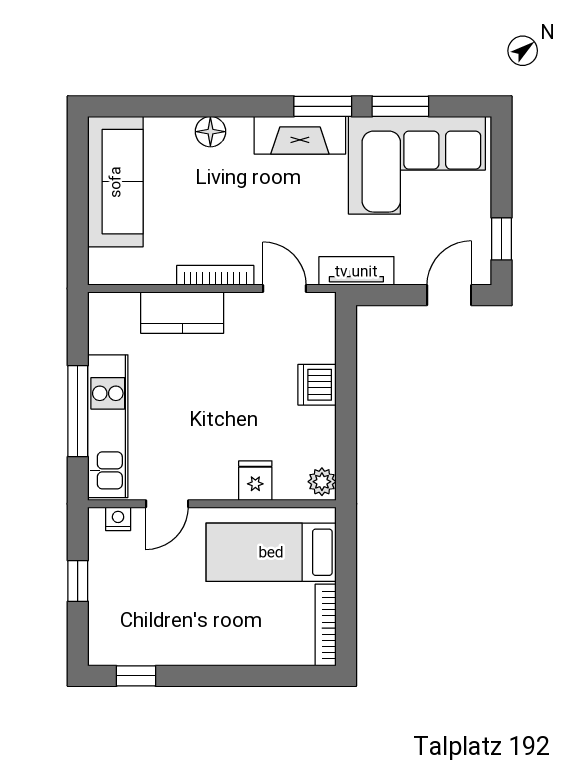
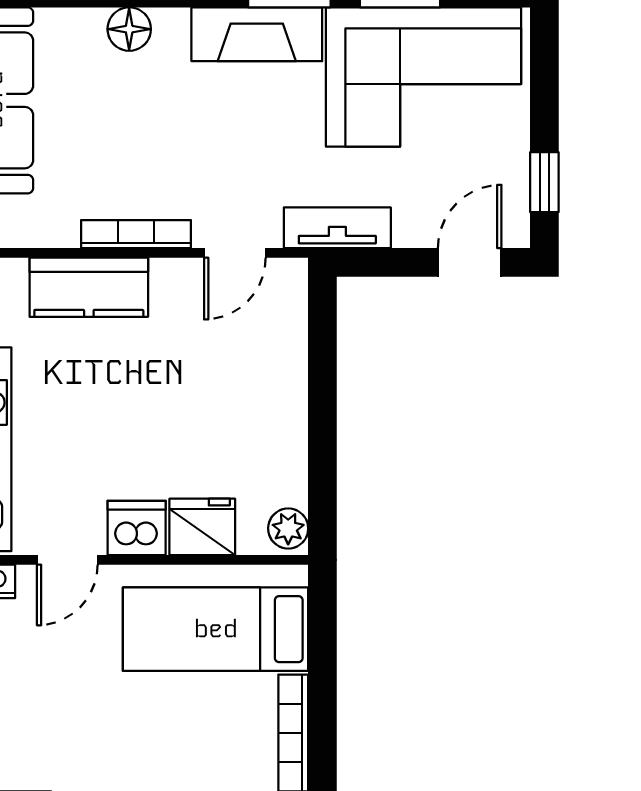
door: (285, 289) -> (235, 253), swing flipped
dishwasher: (317, 385) -> (137, 528), moved, turned 90
fridge: (255, 481) -> (202, 527), width x1.38

